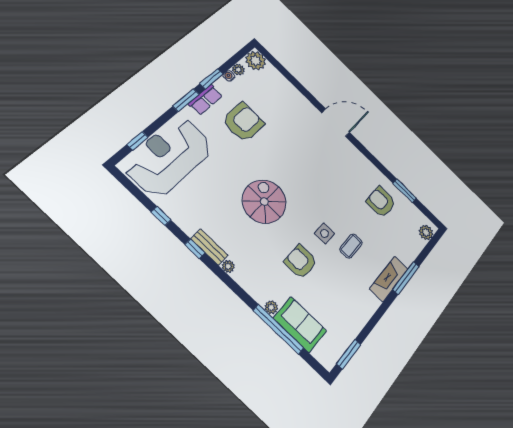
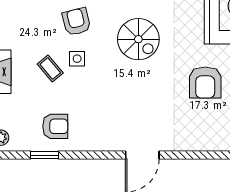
coffee table: (351, 246) -> (50, 69), turned -40
armchair: (301, 262) -> (76, 22), turned -104

